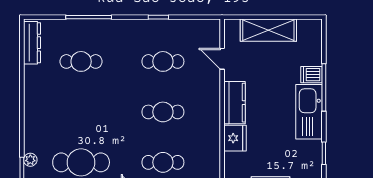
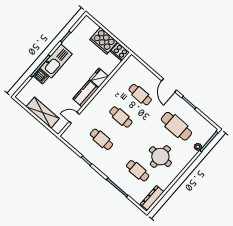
door: (222, 59) -> (74, 118), swing flipped
round table: (68, 105) -> (160, 157), added

